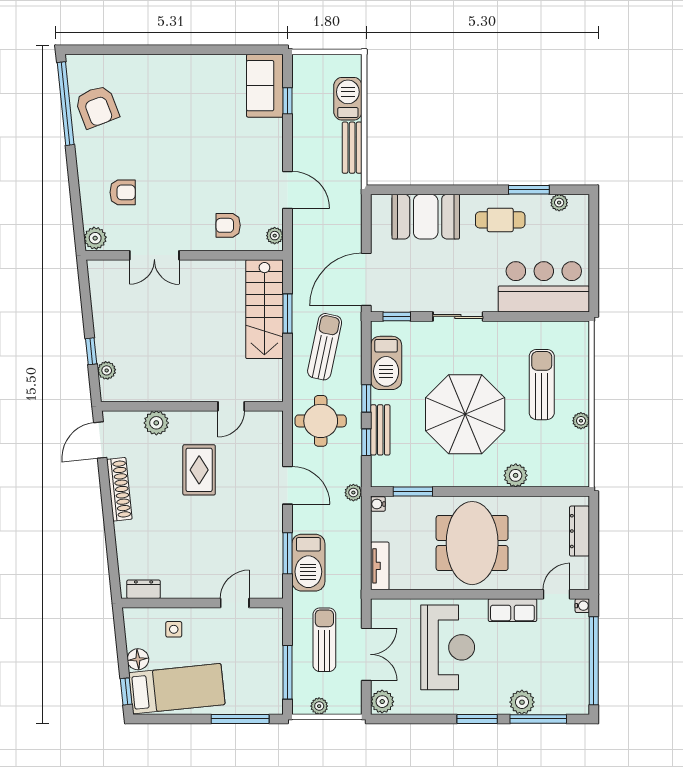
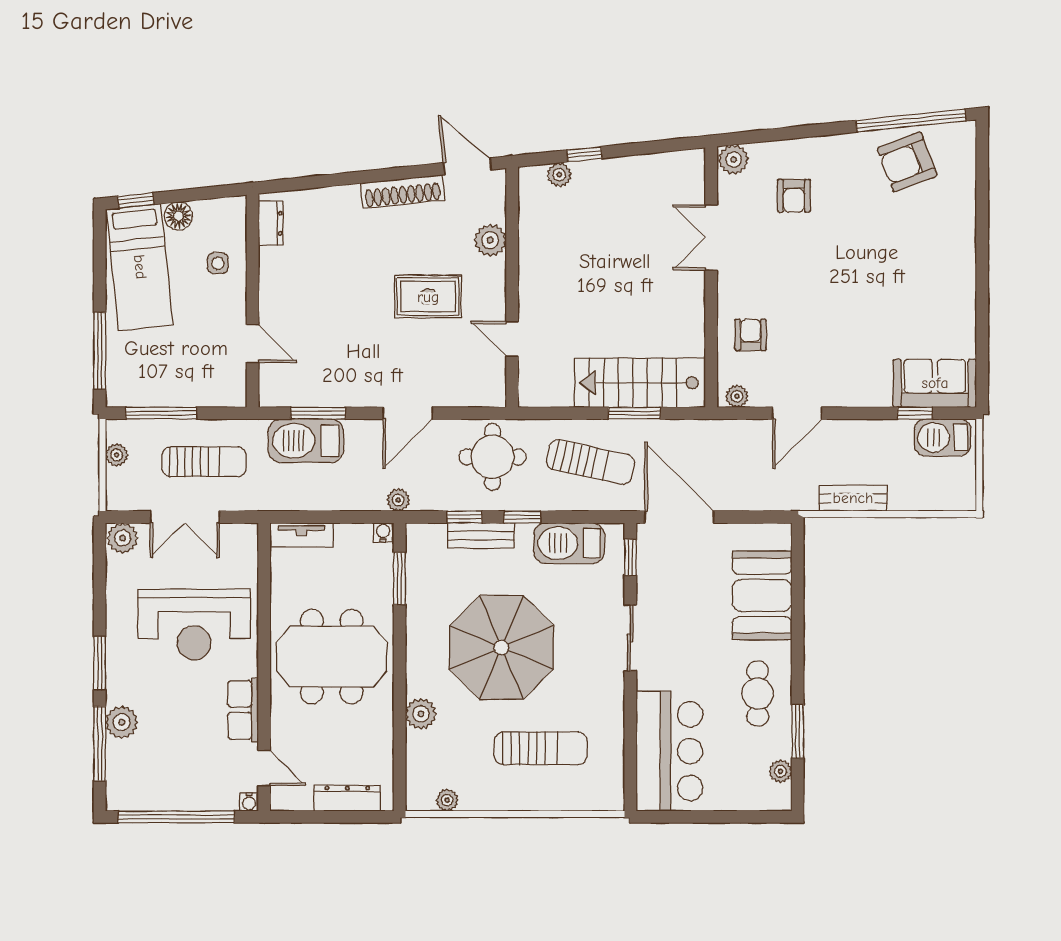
barbecue: (348, 99) -> (943, 437), moved, turned 180
plant: (581, 421) -> (447, 800), moved

